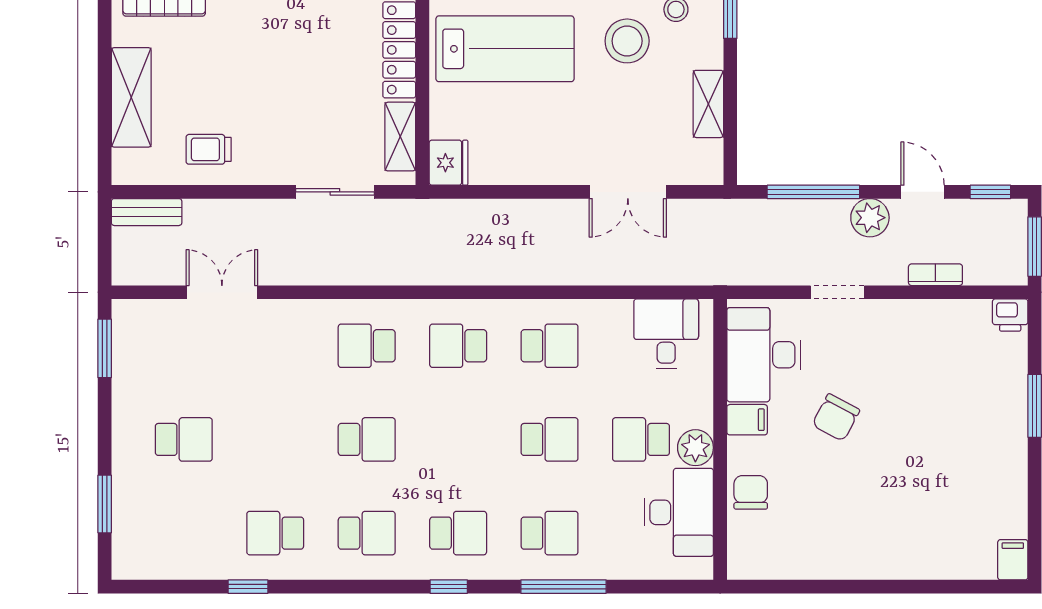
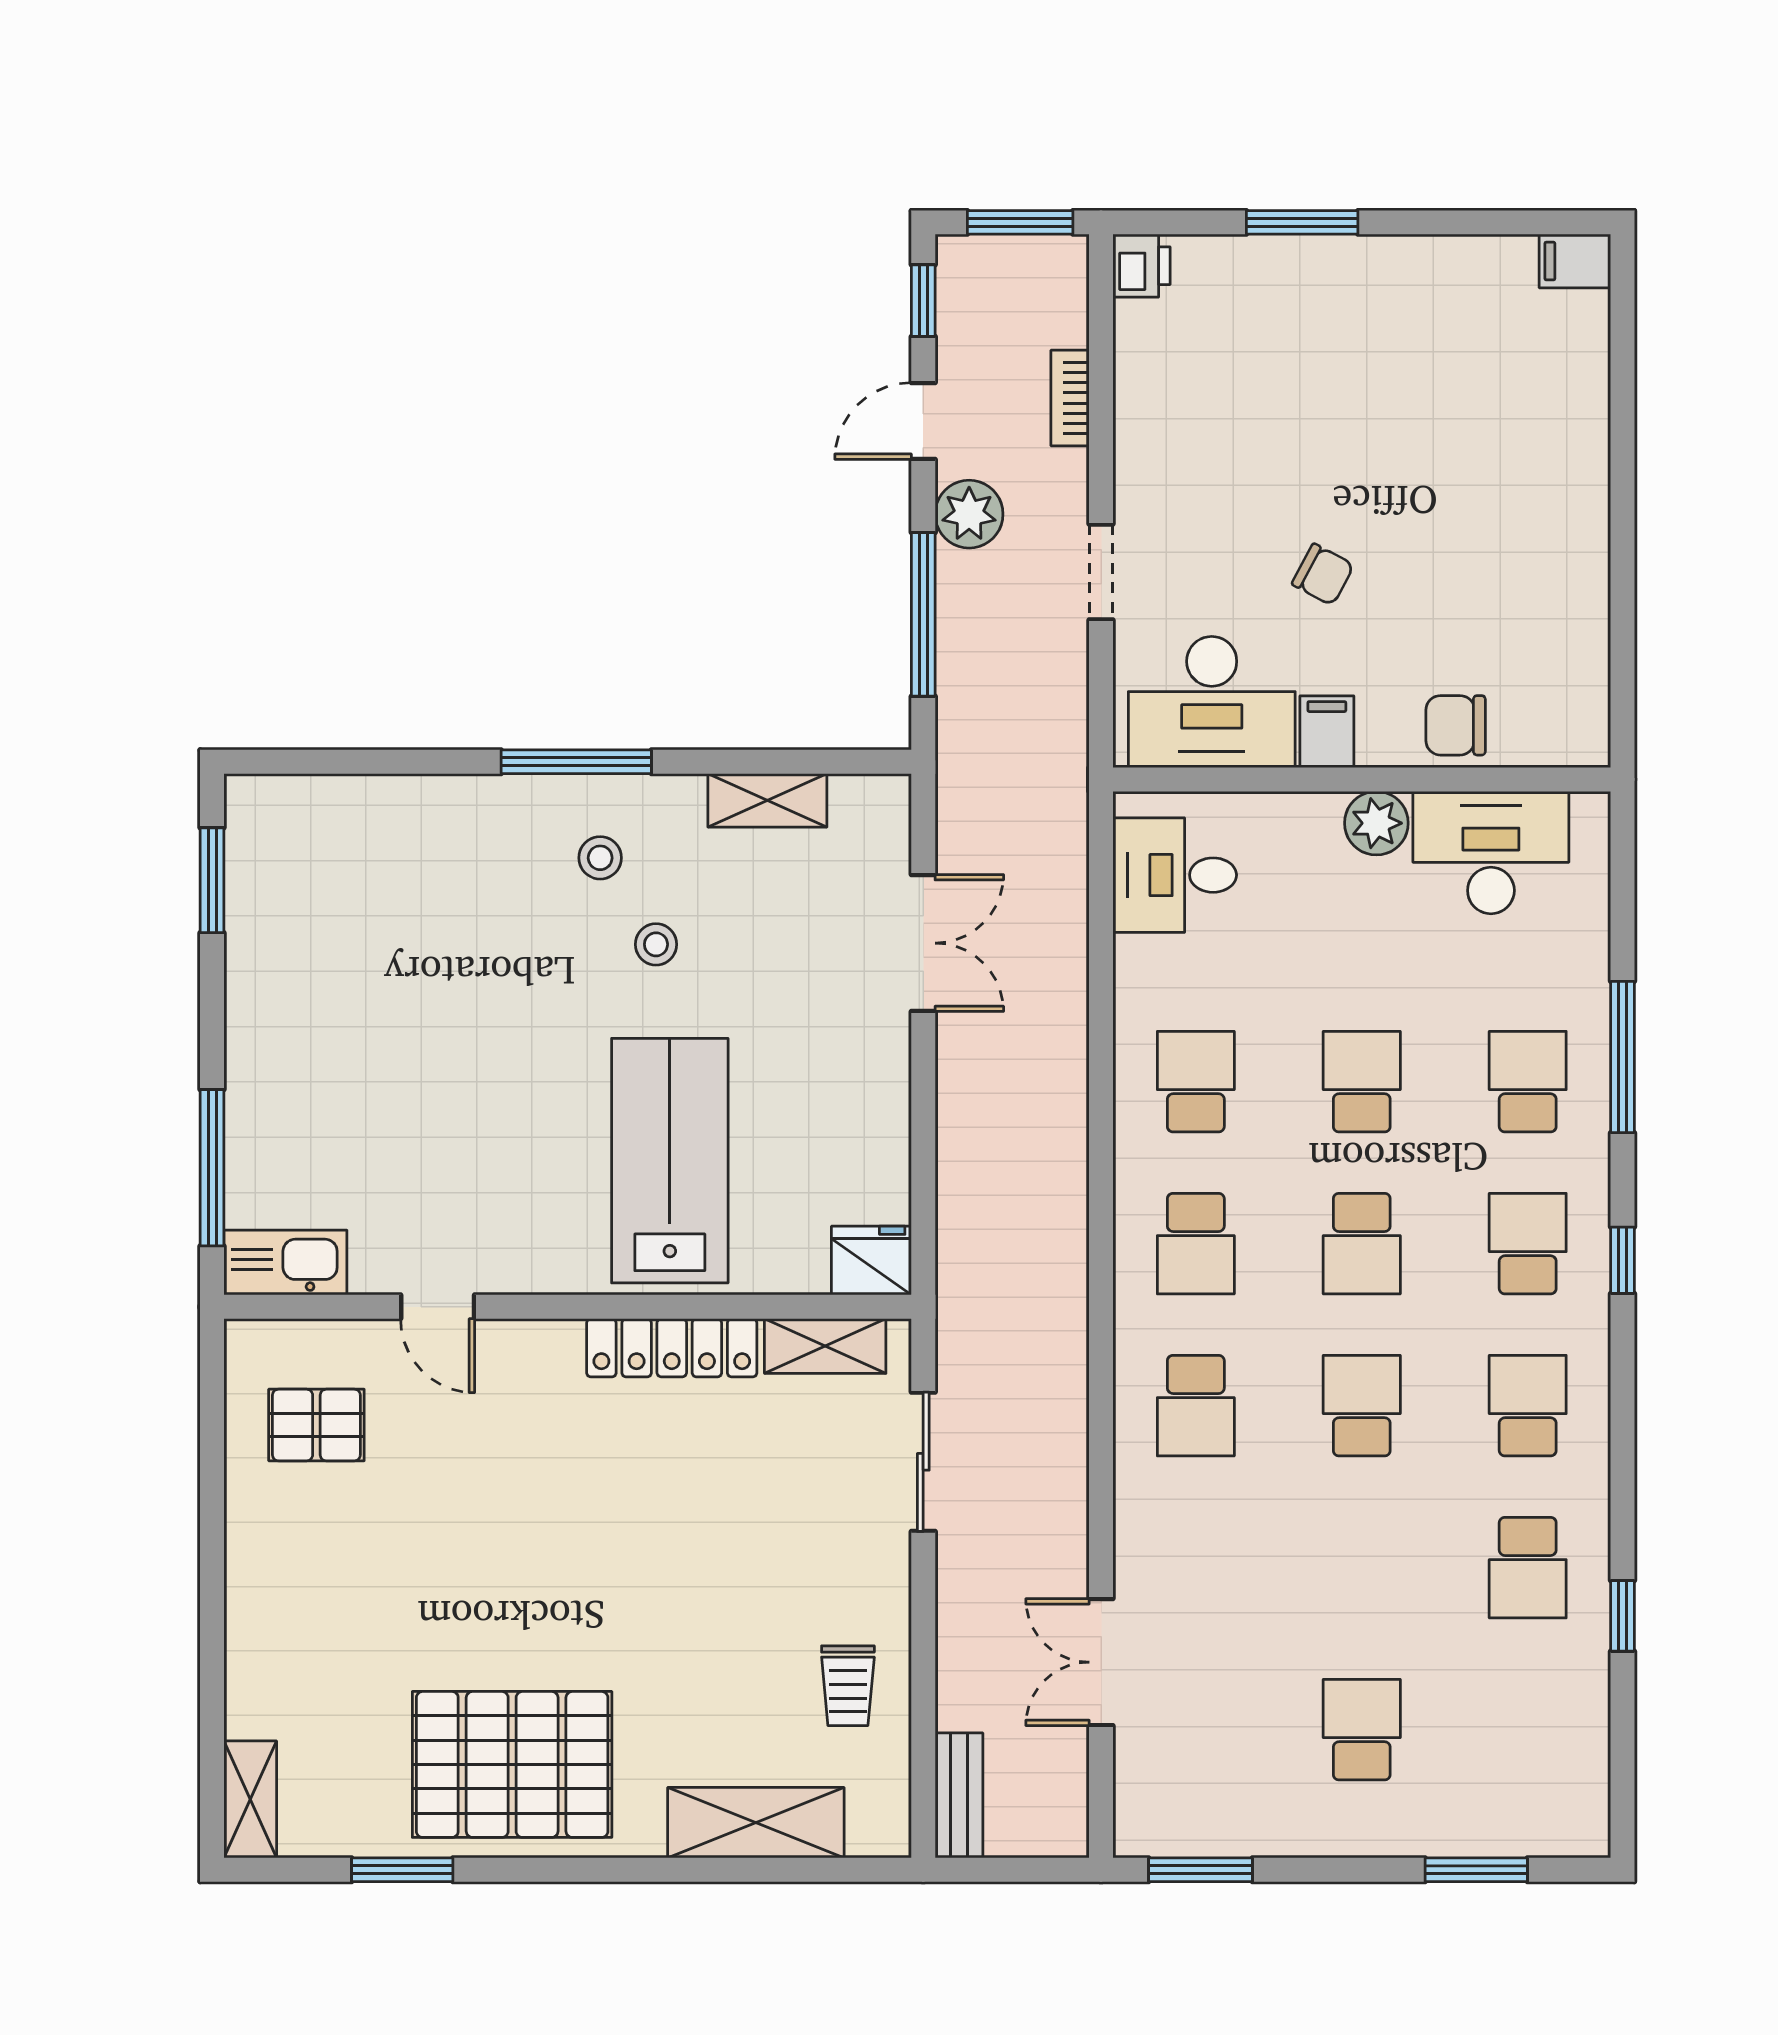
stool: (627, 41) -> (656, 944), width x0.53, depth x0.53
chair: (836, 418) -> (1323, 574), width x0.73, depth x0.73
school desk: (641, 439) -> (1362, 1244), moved

